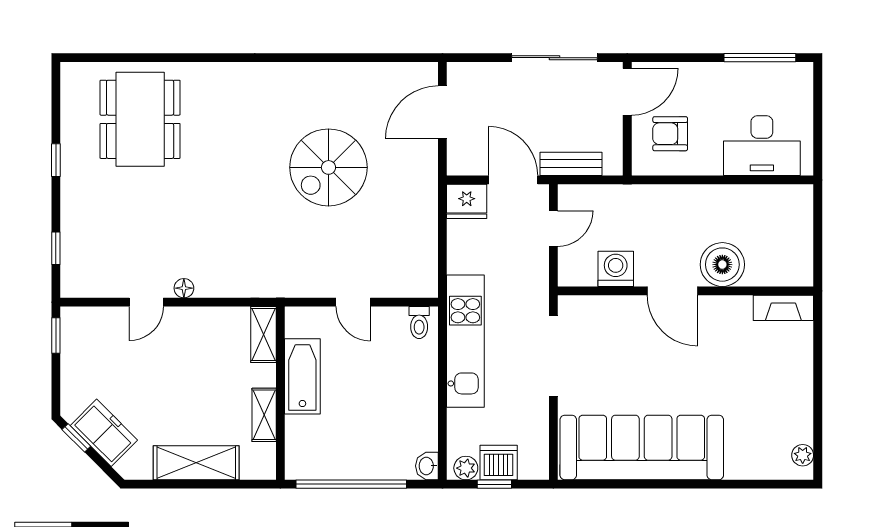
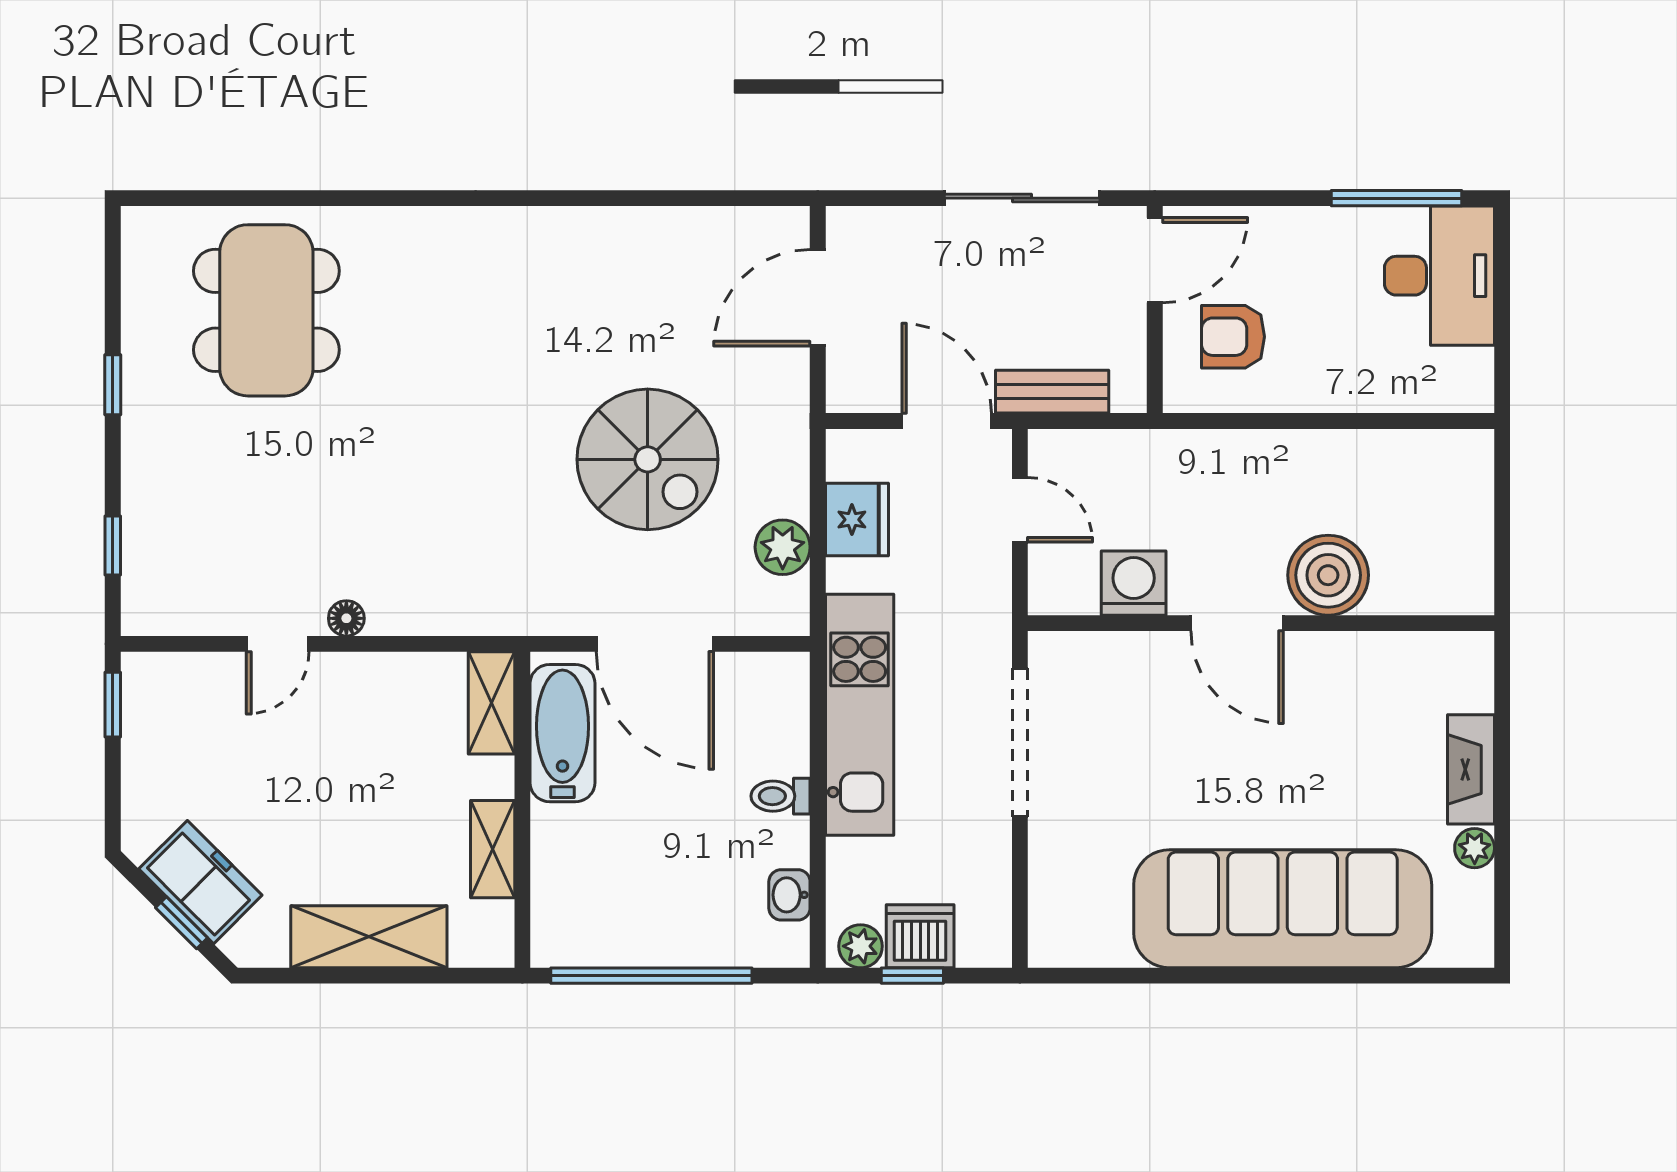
desk: (762, 146) -> (1439, 276), moved, turned -90
spiral stairs: (328, 167) -> (648, 459), moved, turned -90
fridge: (467, 201) -> (857, 520), moved, turned -90
door: (553, 229) -> (1020, 510), hinge flipped
plant: (423, 249) -> (783, 547), added
door: (353, 302) -> (655, 644), width x1.88
fireplace: (783, 308) -> (1471, 769), moved, turned 90
toilet: (419, 323) -> (781, 796), moved, turned 90
bathtub: (302, 376) -> (562, 733), moved
window: (76, 438) -> (181, 923), moved
sofa: (642, 447) -> (1283, 909), moved
plant: (803, 455) -> (1475, 848), moved
washbasin: (427, 466) -> (789, 895), moved

